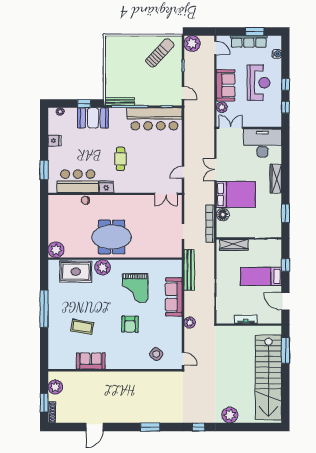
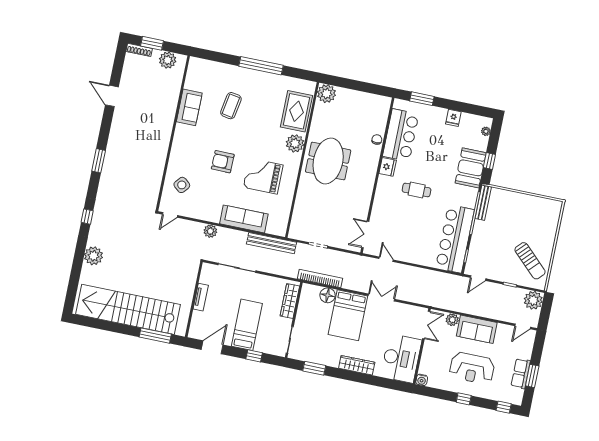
row of seats: (249, 41) -> (521, 373), width x0.68
water cooler: (277, 54) -> (422, 380), moved
window: (285, 107) -> (504, 407), moved

